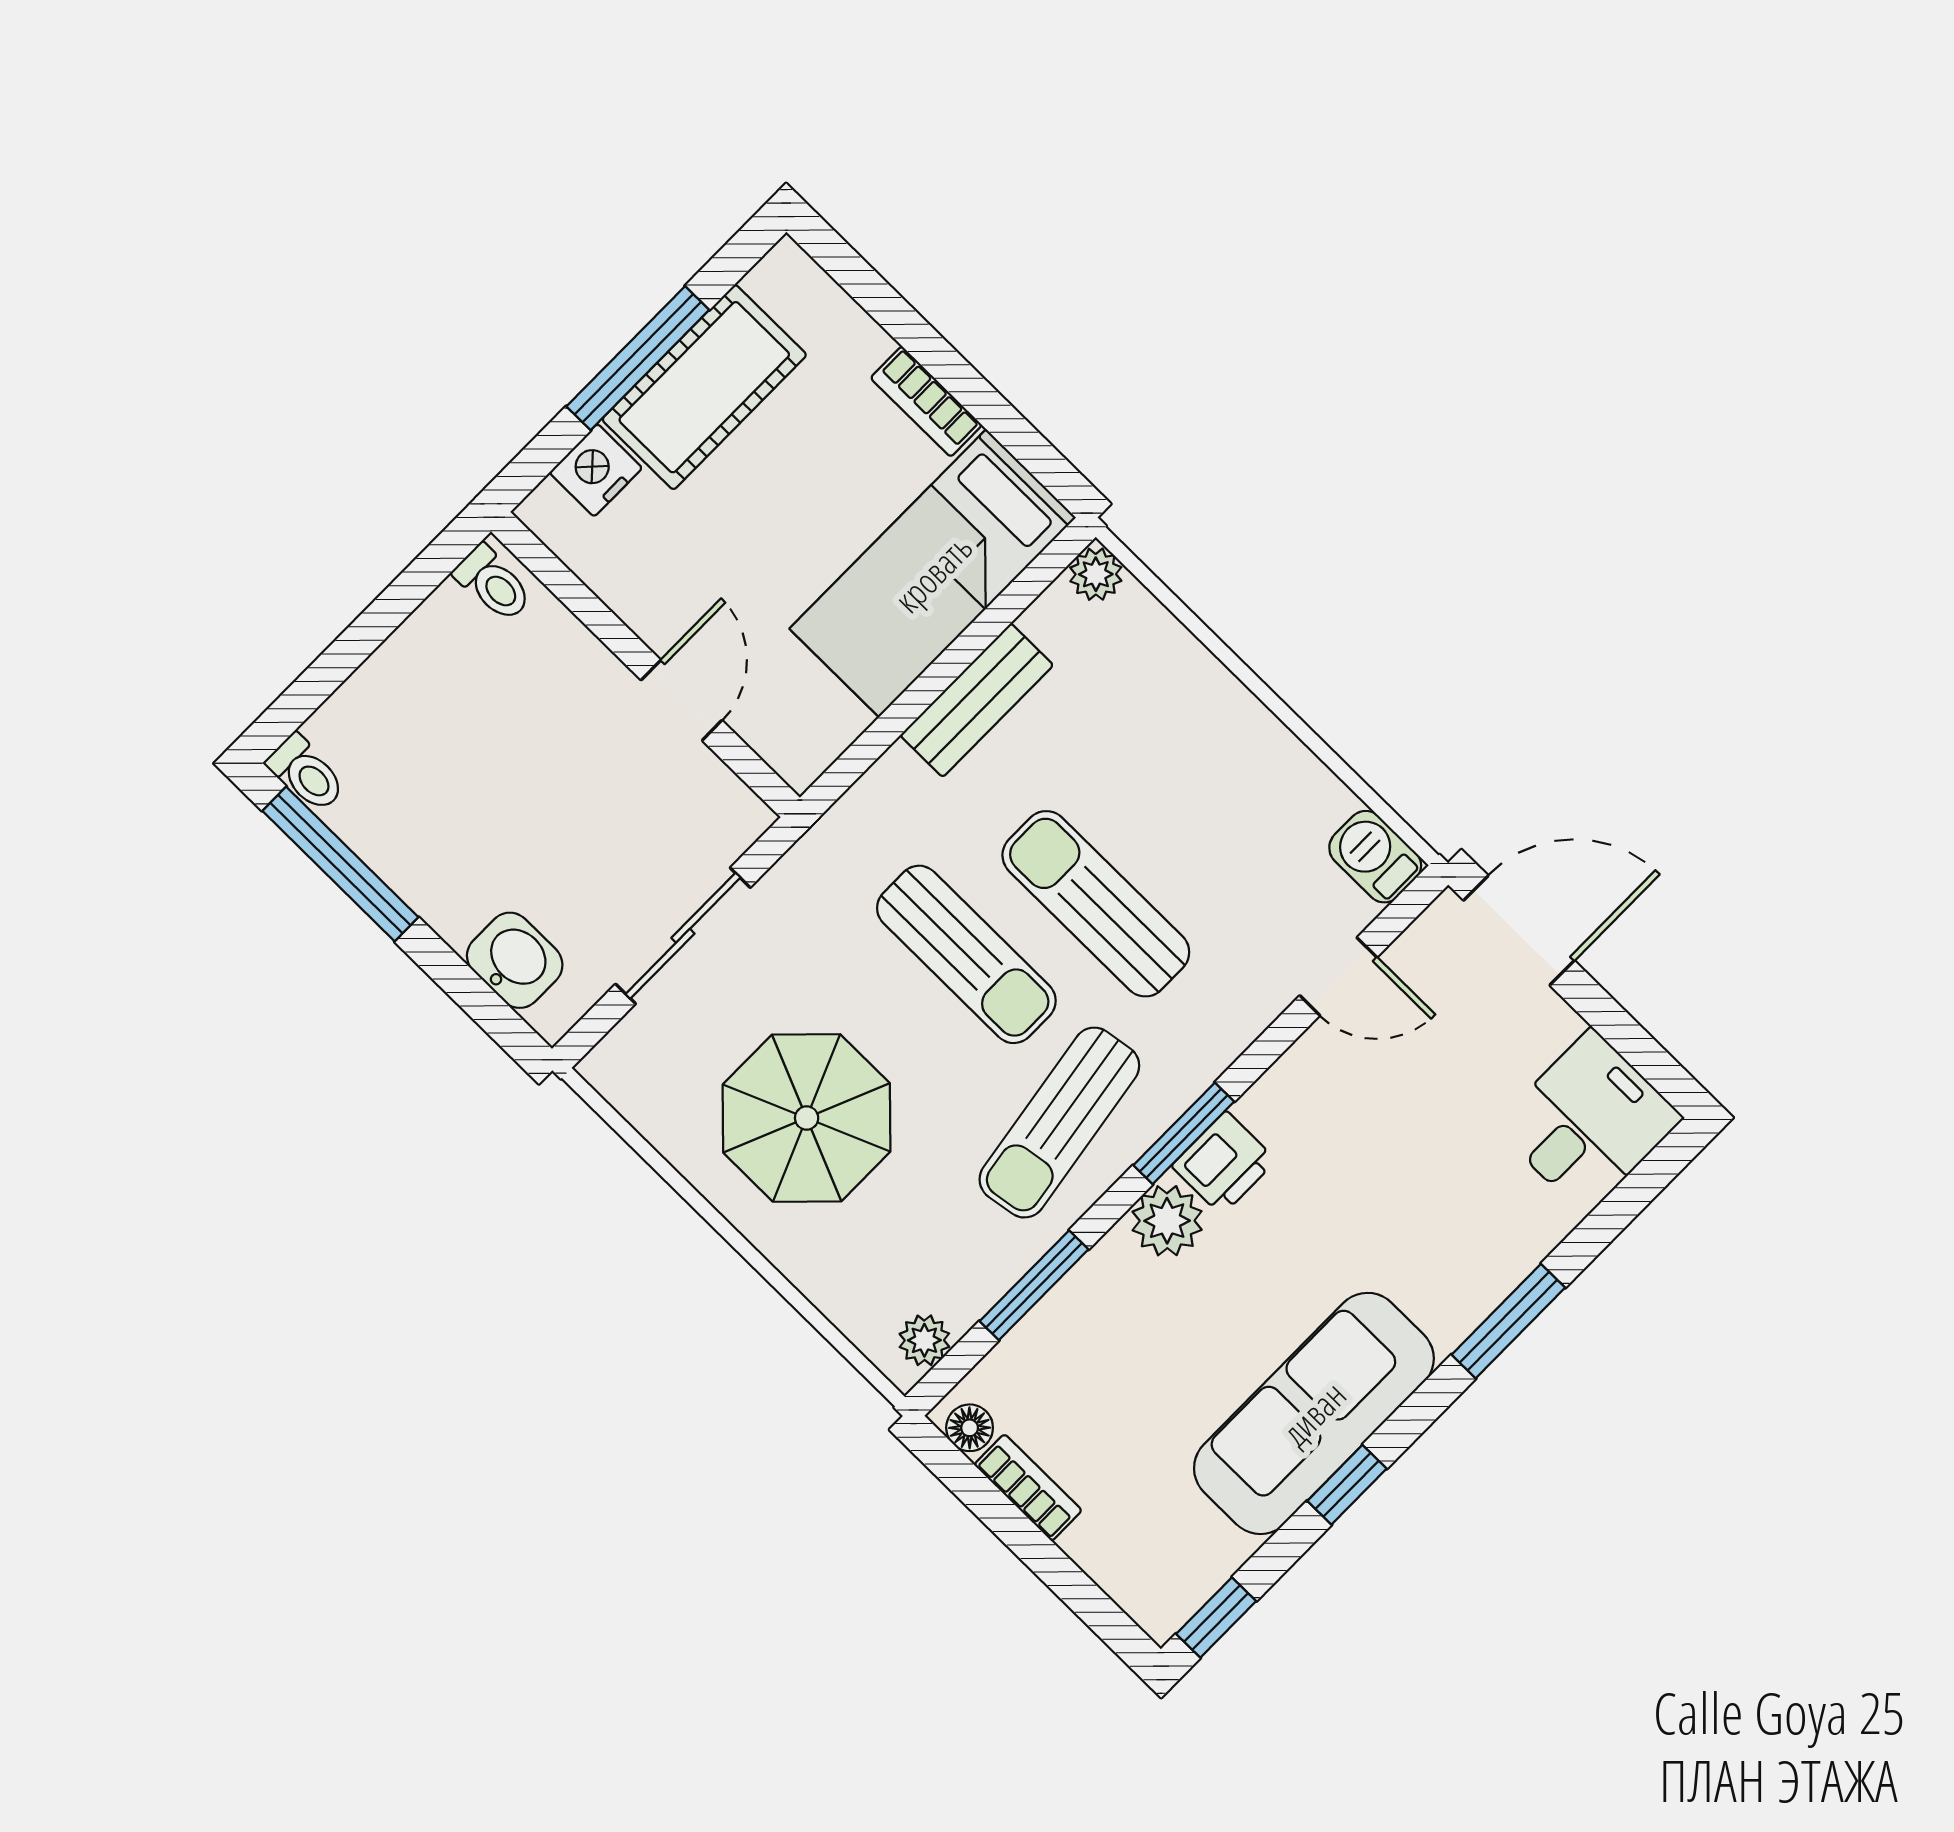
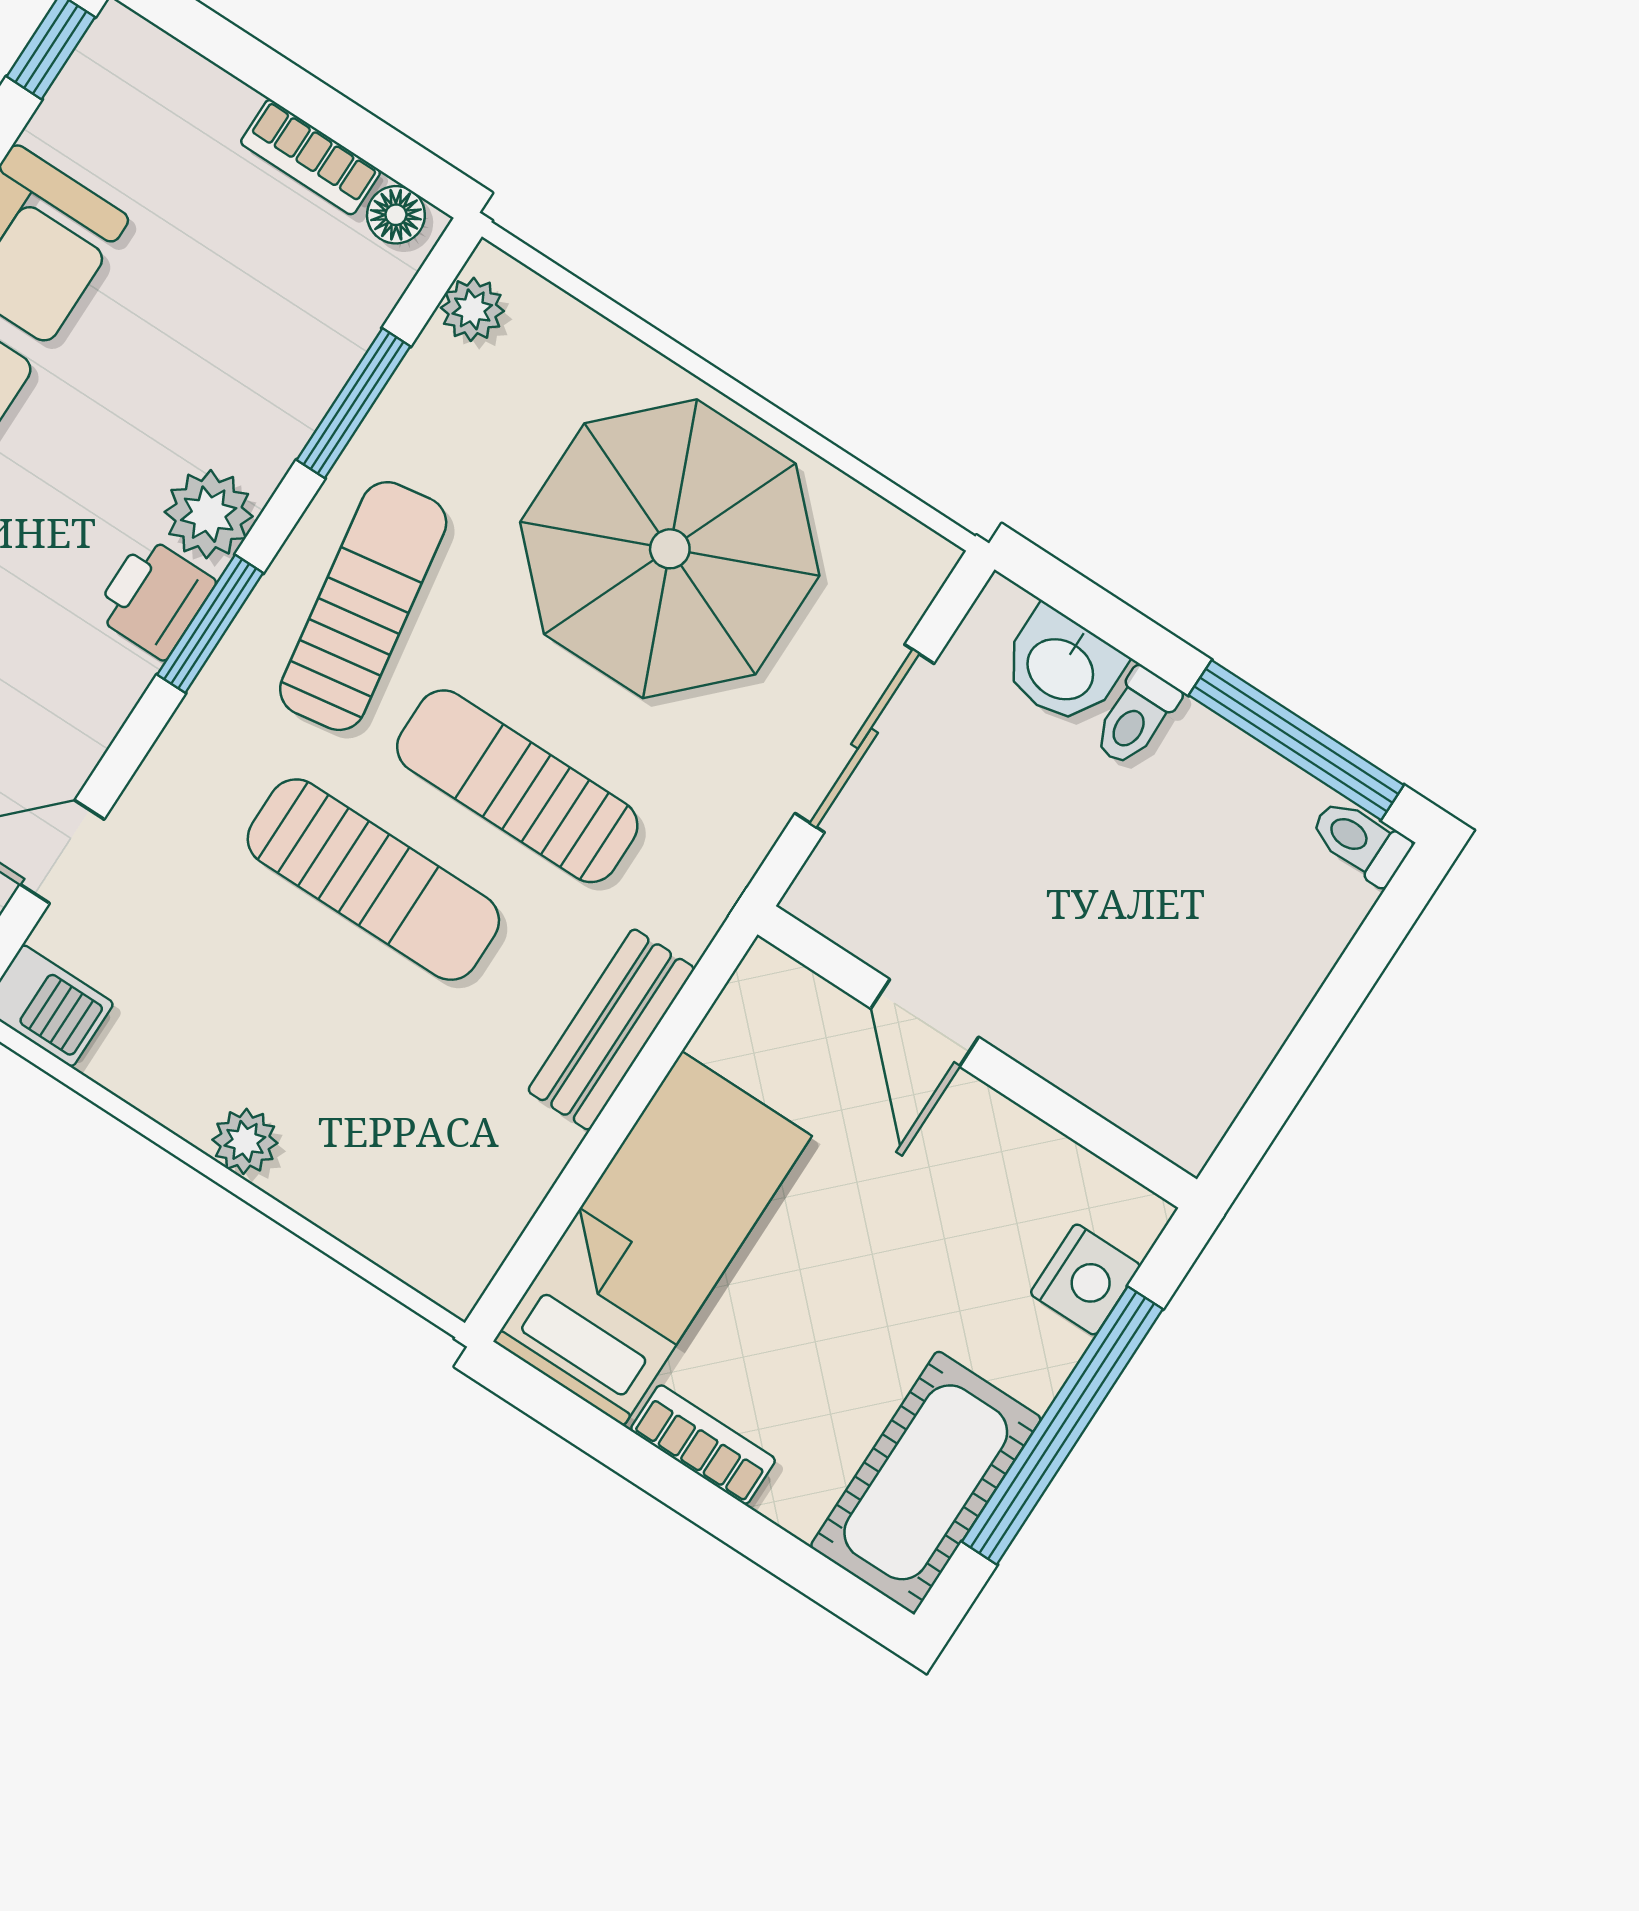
window: (638, 358) -> (1062, 1425), width x1.46
cot: (704, 387) -> (926, 1482), moved
plant: (1096, 574) -> (245, 1141), moved
toilet: (493, 583) -> (1136, 717), moved, turned -90
bench: (977, 700) -> (611, 1029), moved
parasol: (807, 1118) -> (670, 549), width x1.36, depth x1.36

